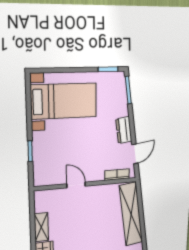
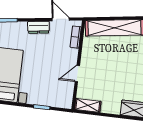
shelving: (41, 227) -> (88, 105), moved

